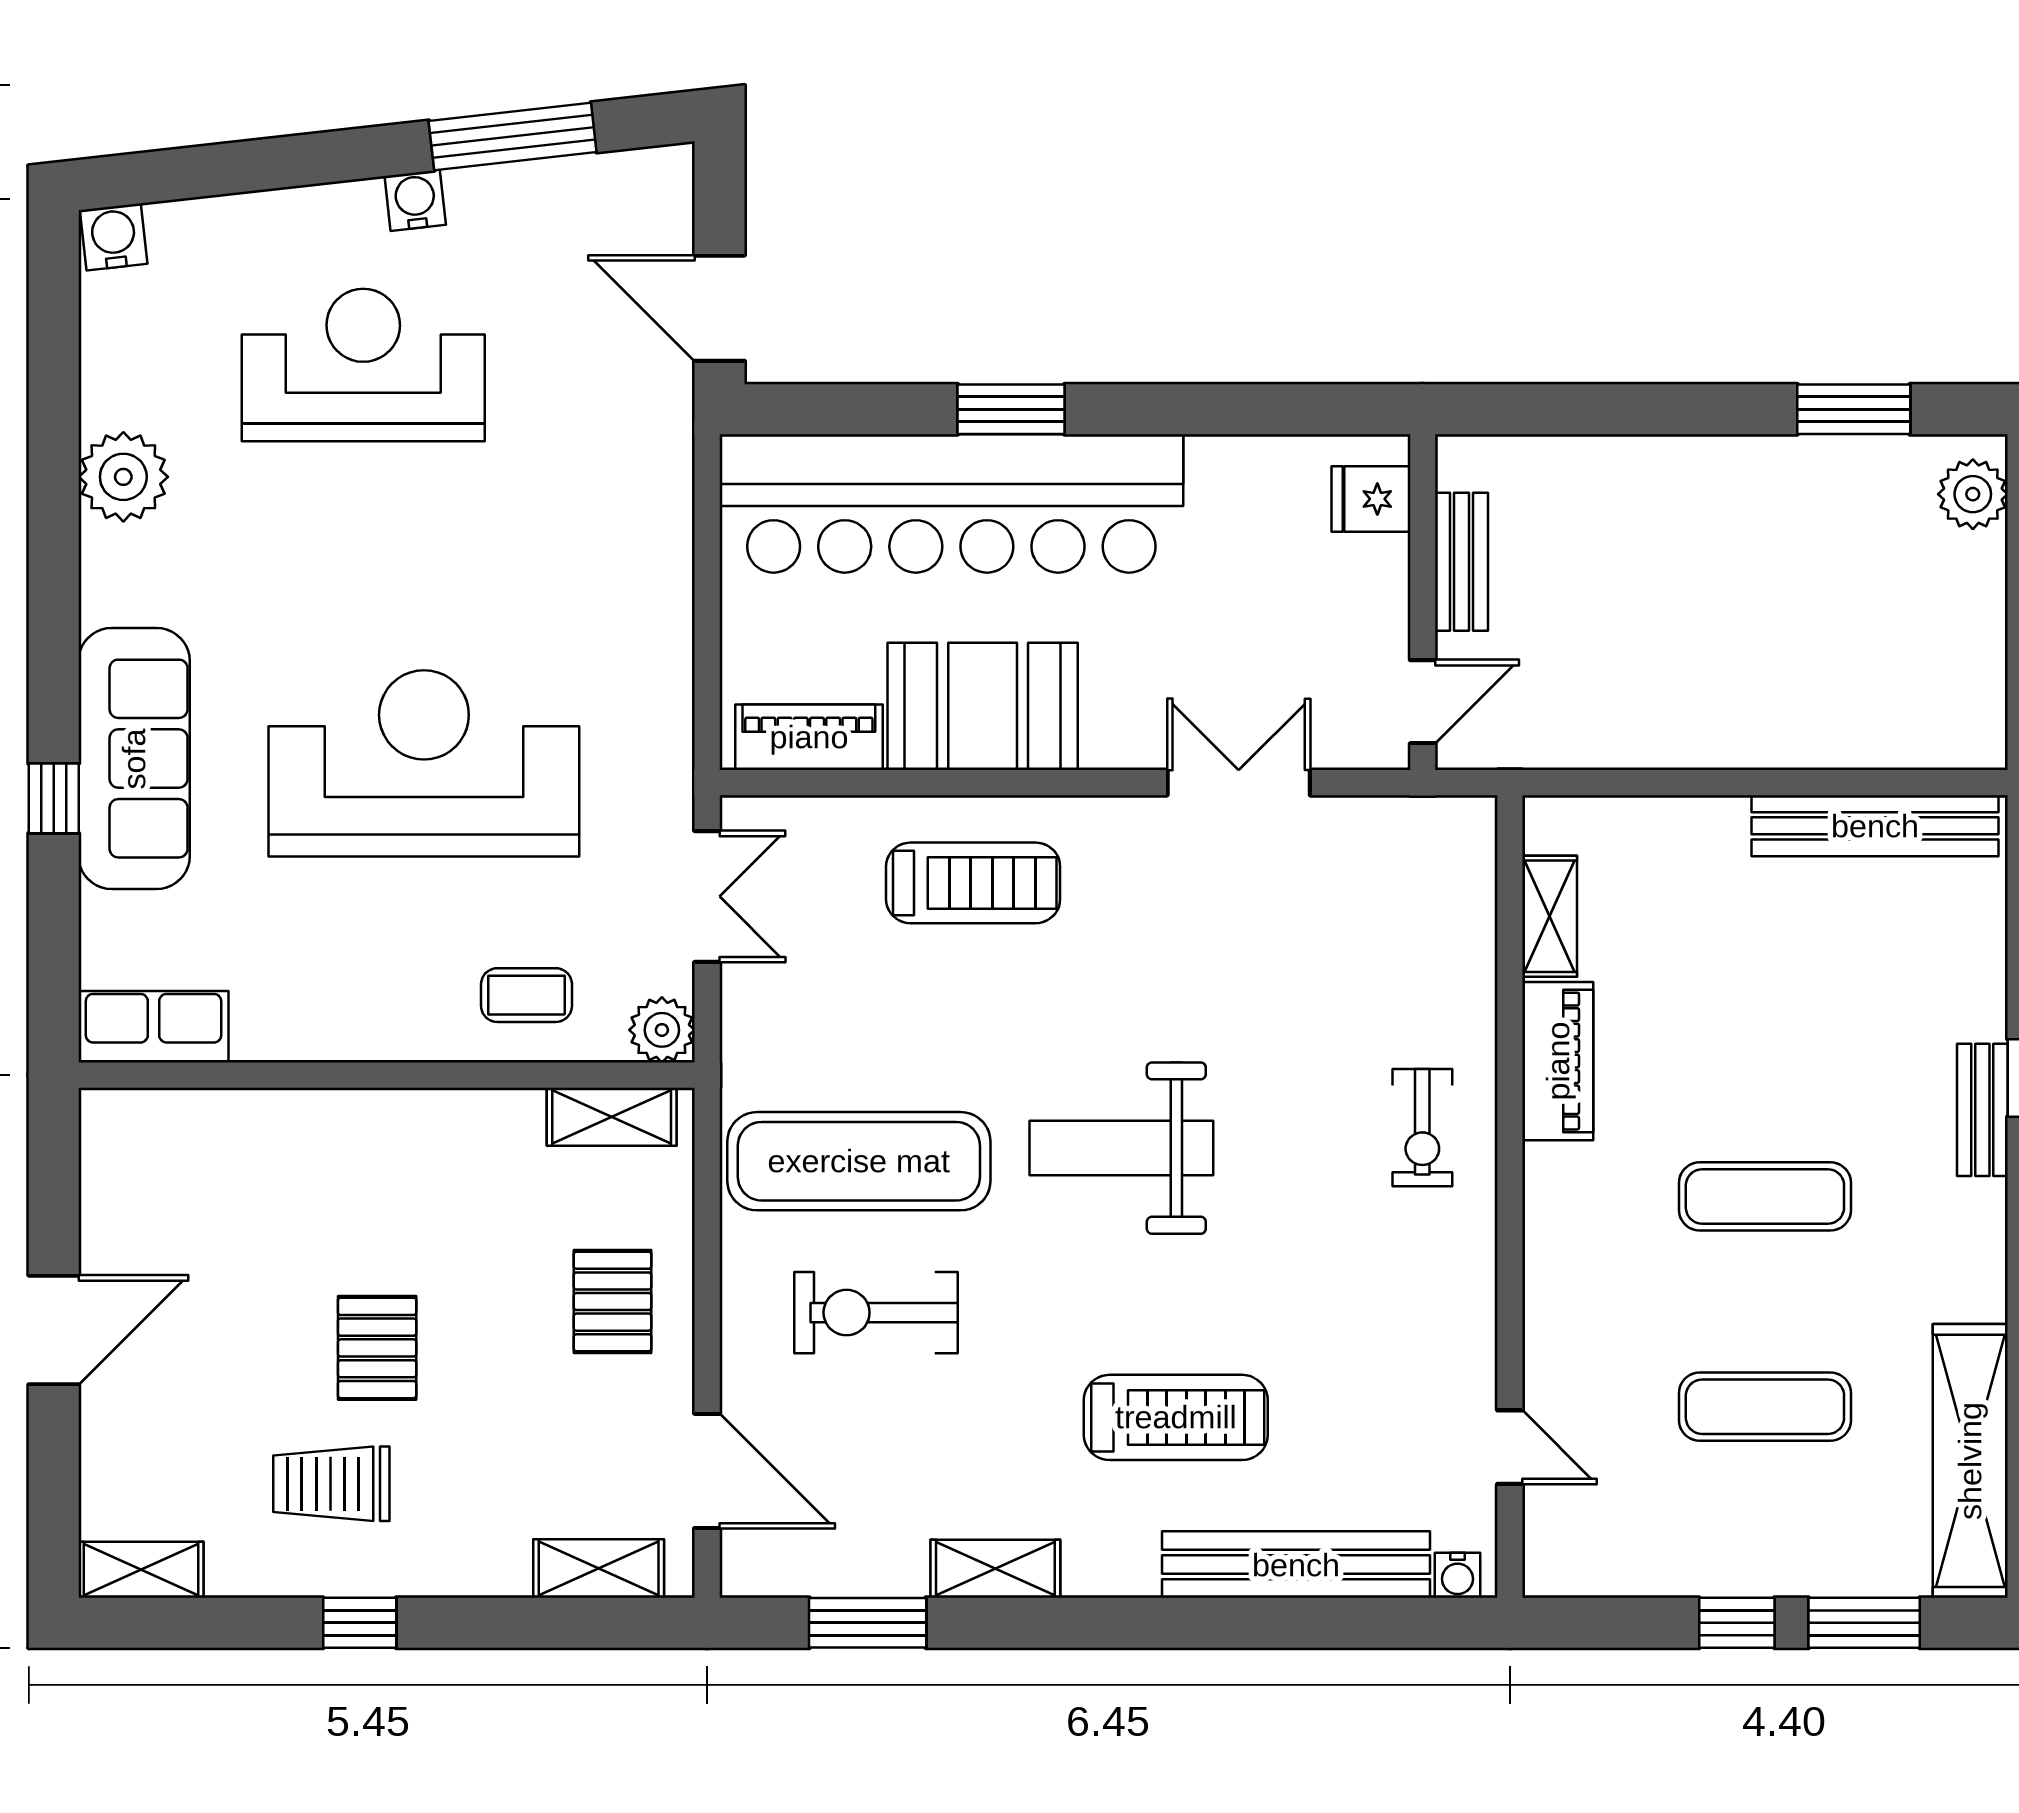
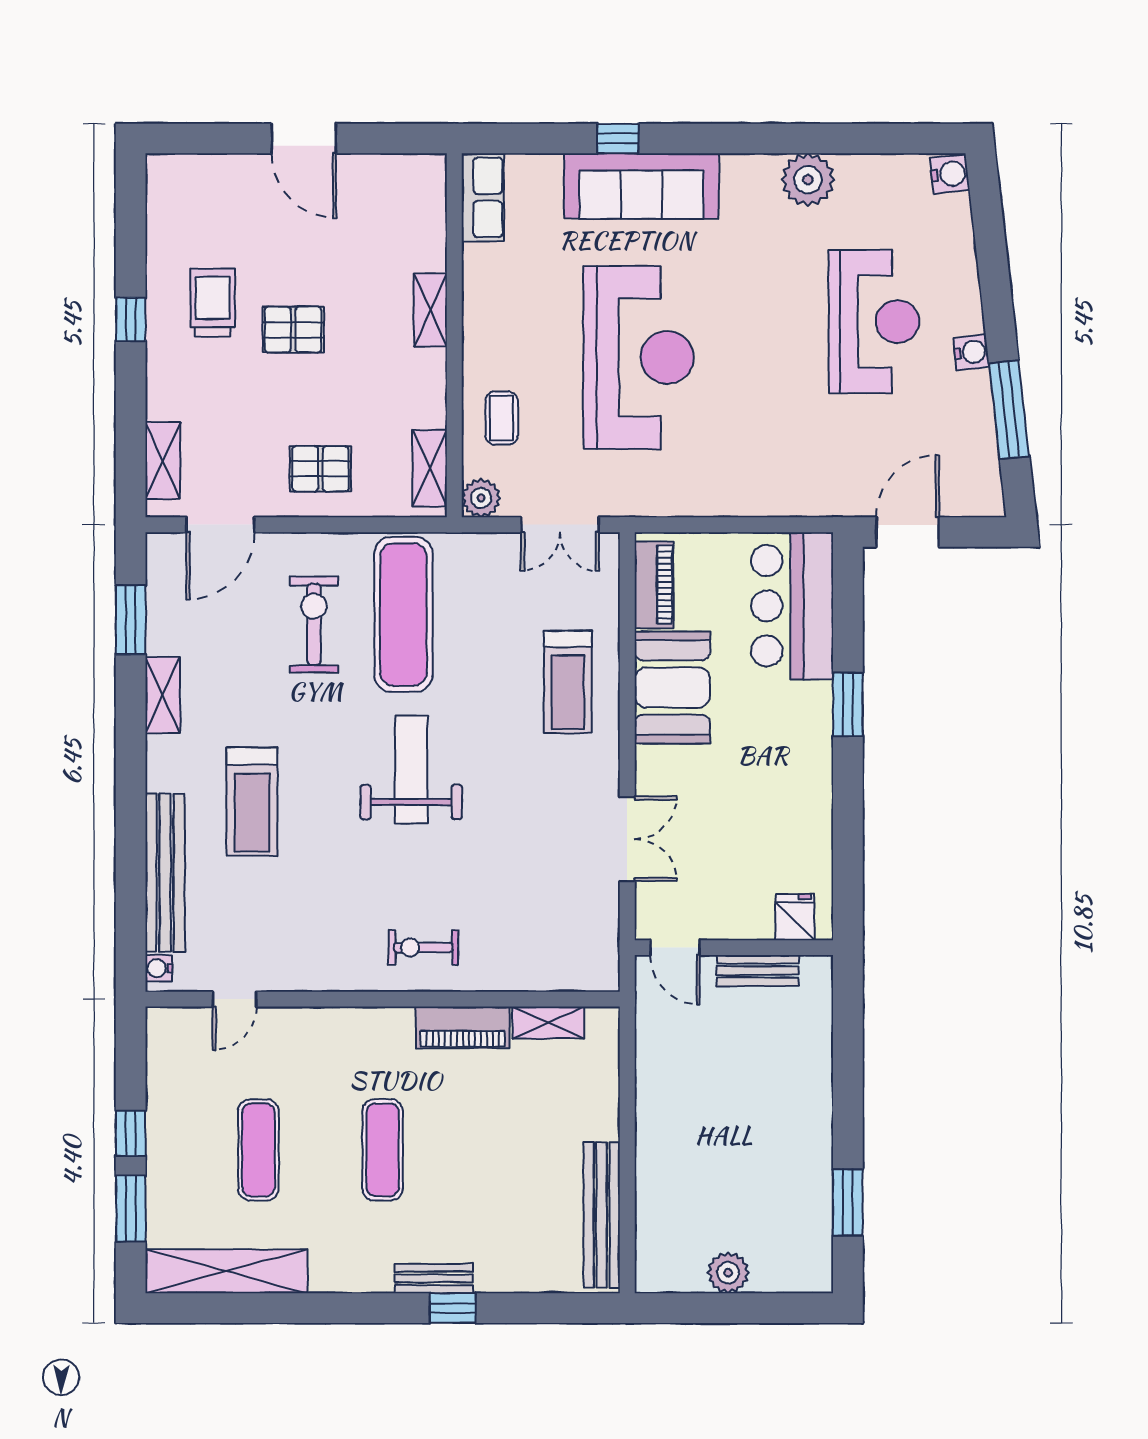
plant: (1973, 494) -> (728, 1273), moved
bar counter: (951, 503) -> (792, 606), width x0.54
shelving: (141, 1570) -> (430, 310), moved

